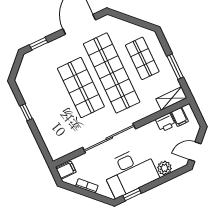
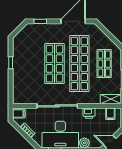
printer: (165, 122) -> (89, 113), moved

